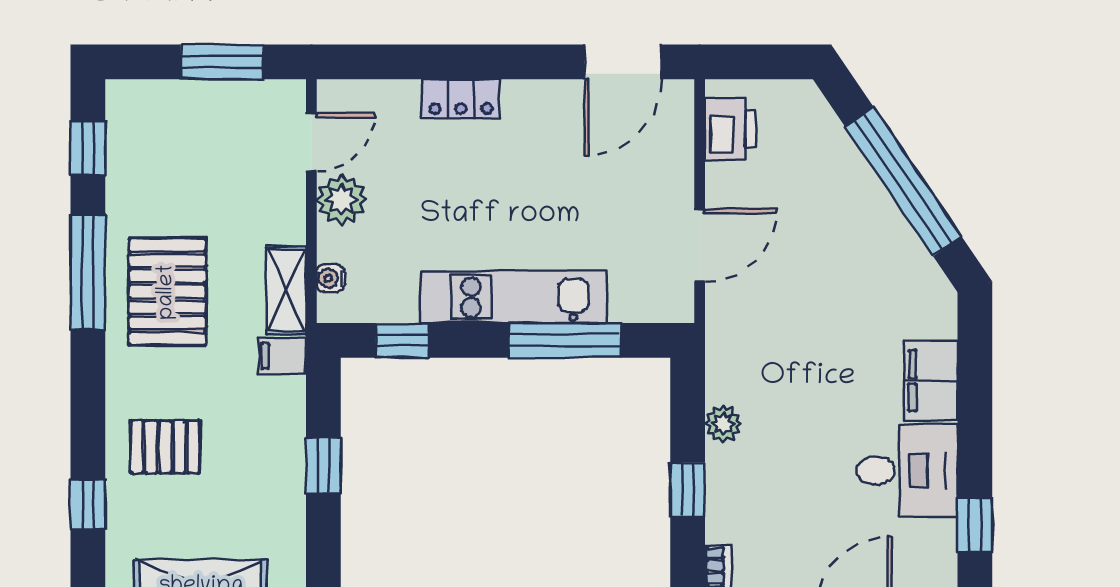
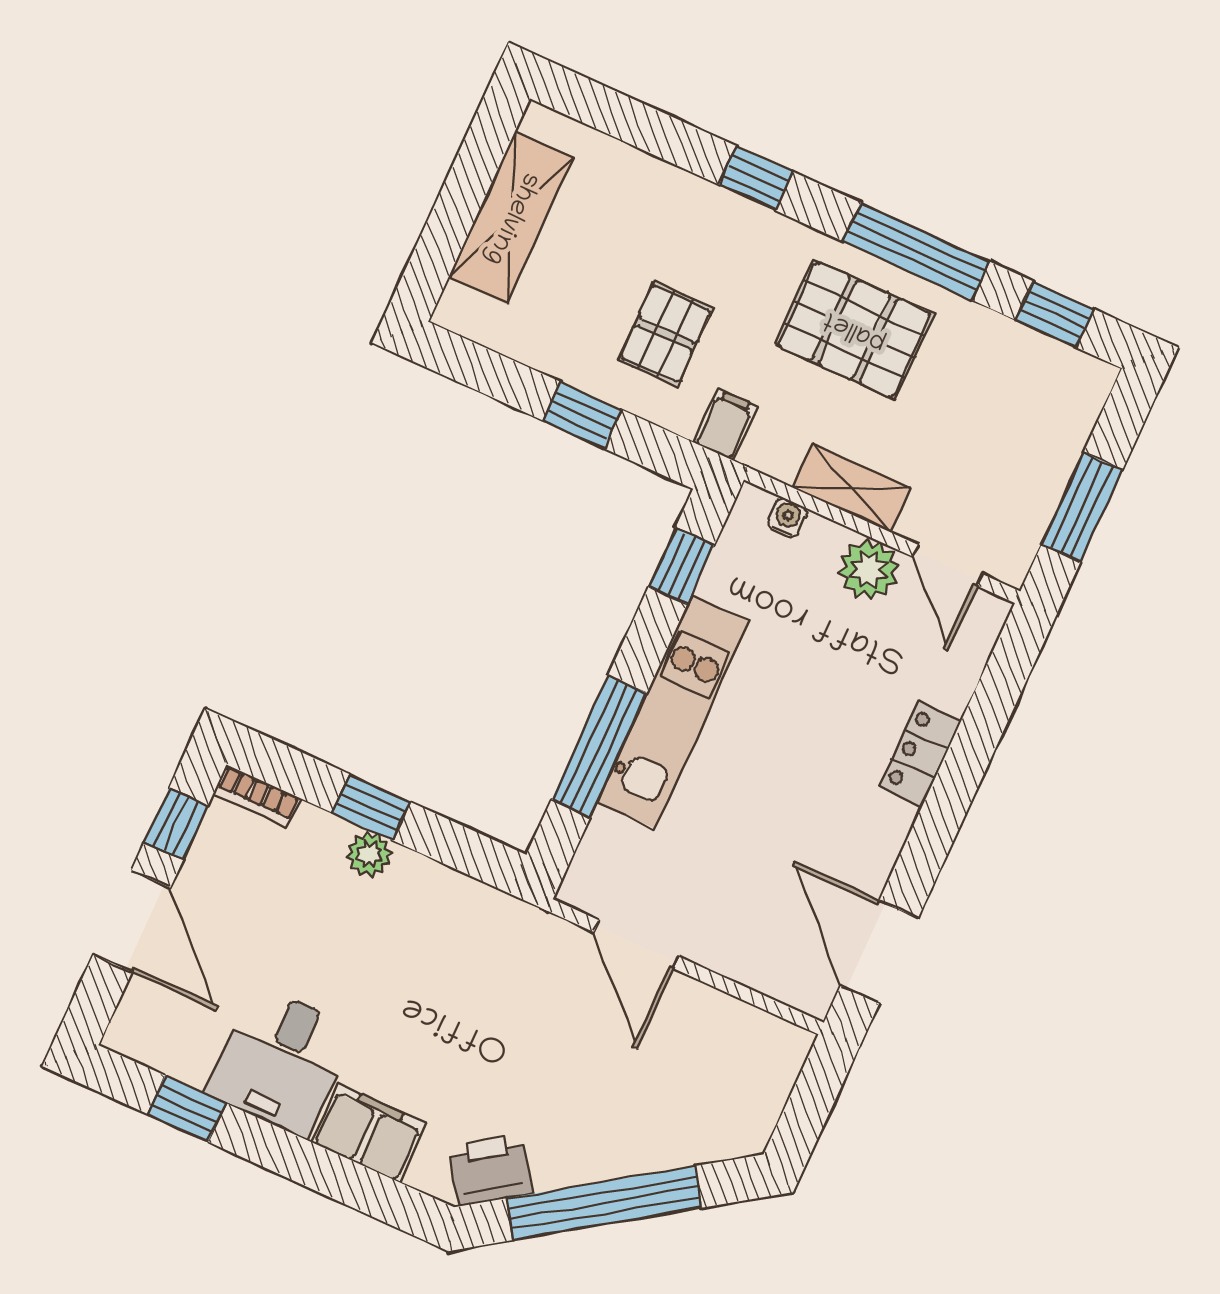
printer: (730, 129) -> (490, 1170), moved, turned 146
shelving: (286, 290) -> (851, 488), moved
plant: (723, 424) -> (369, 854), moved
pallet: (165, 447) -> (666, 334), moved
window: (88, 504) -> (756, 178), moved

